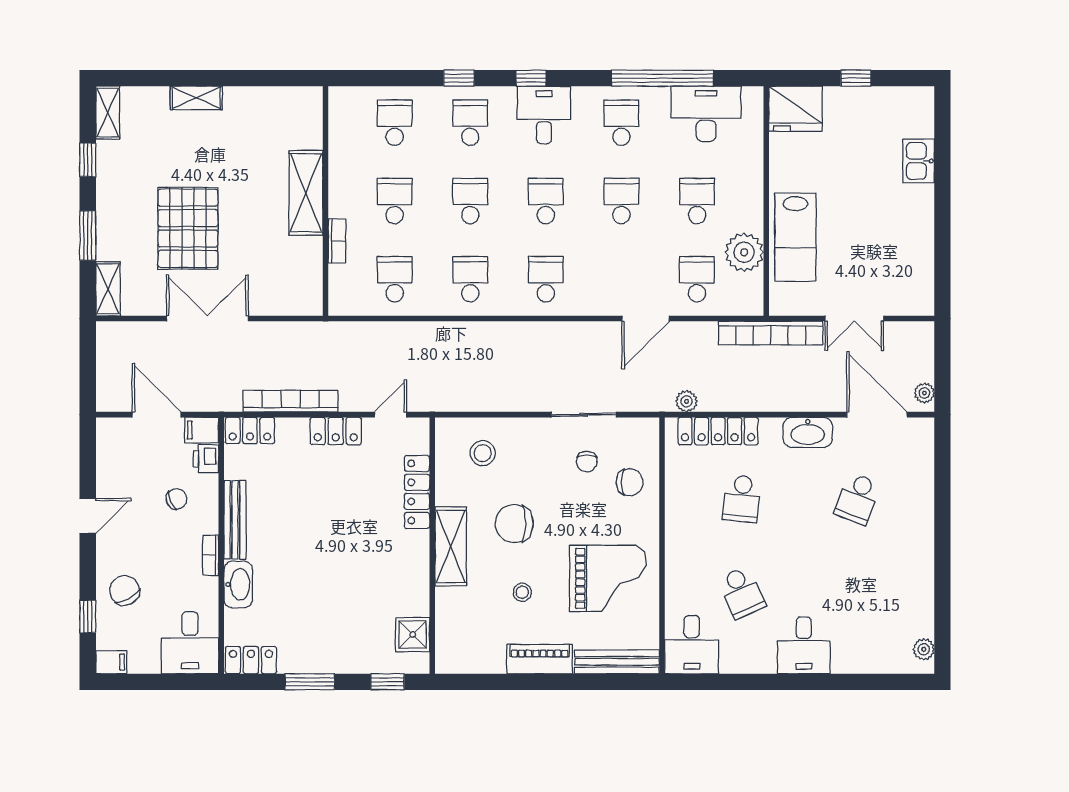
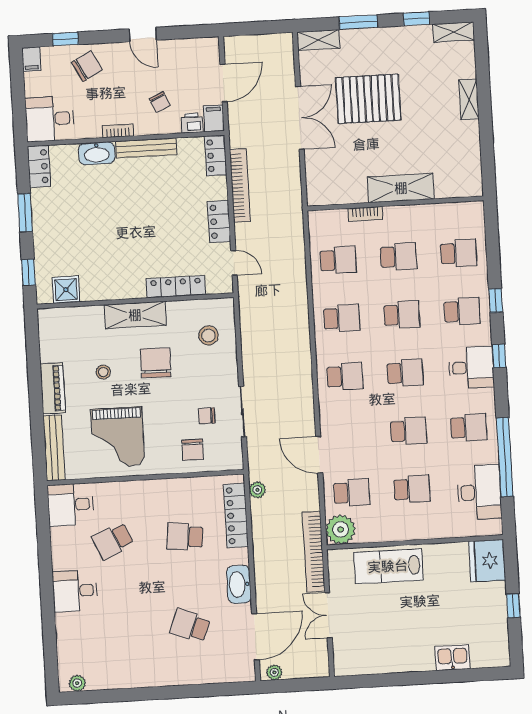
plant: (744, 252) -> (341, 529), moved

